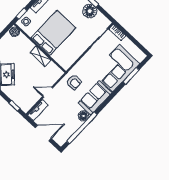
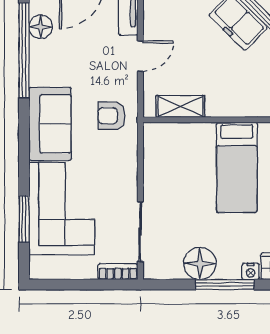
bed: (53, 33) -> (237, 167), width x0.67
shelving: (41, 56) -> (180, 106), moved
floor lamp: (83, 116) -> (41, 27), moved

